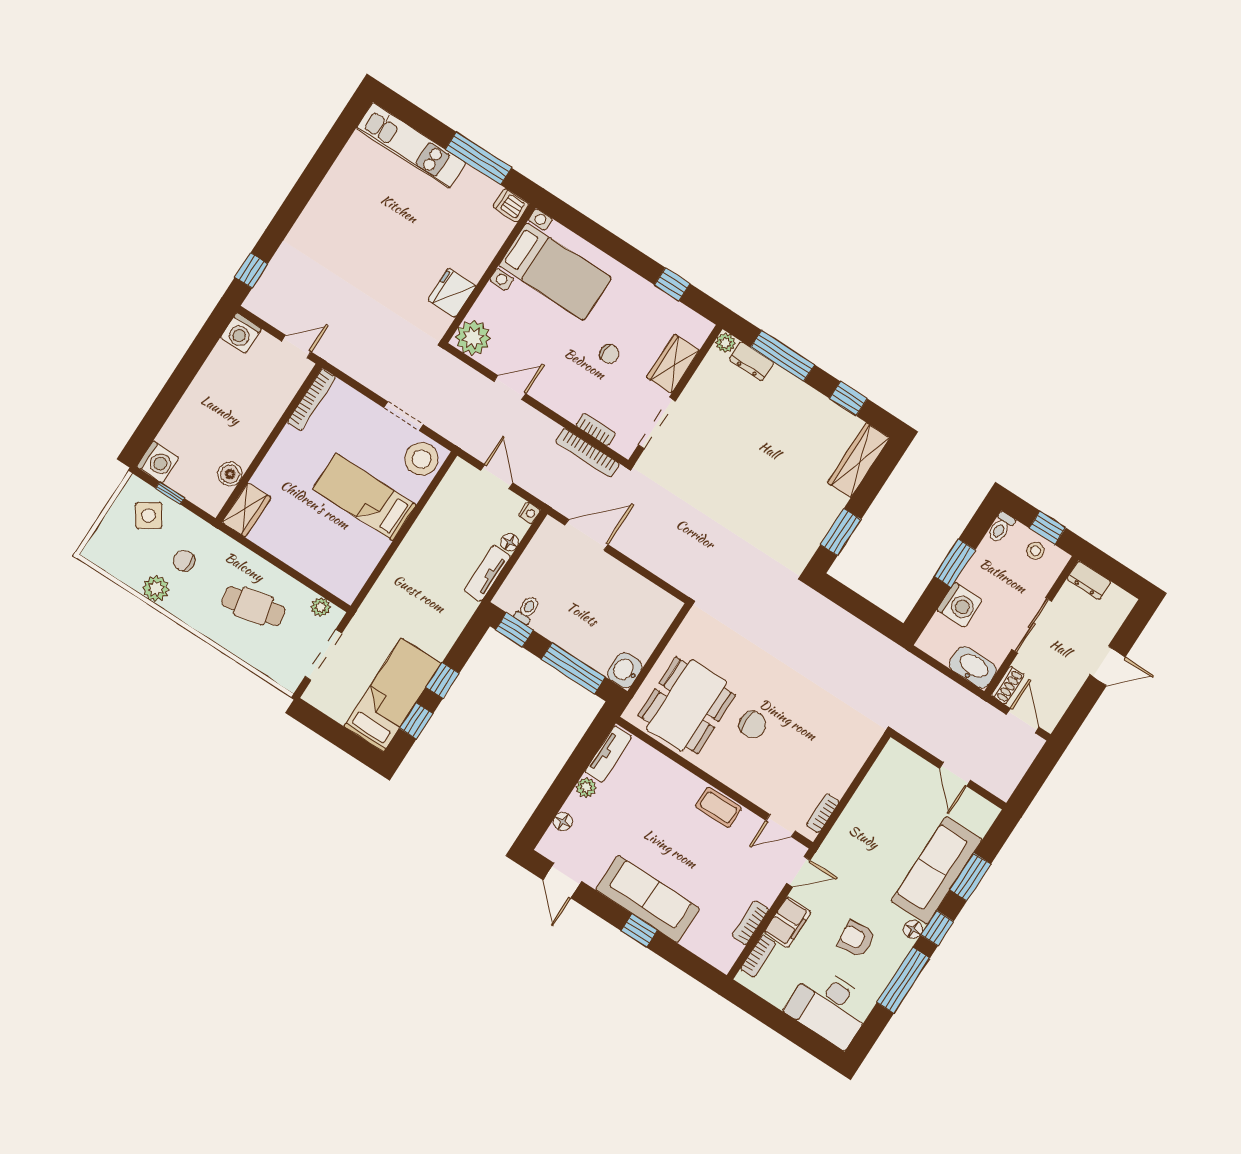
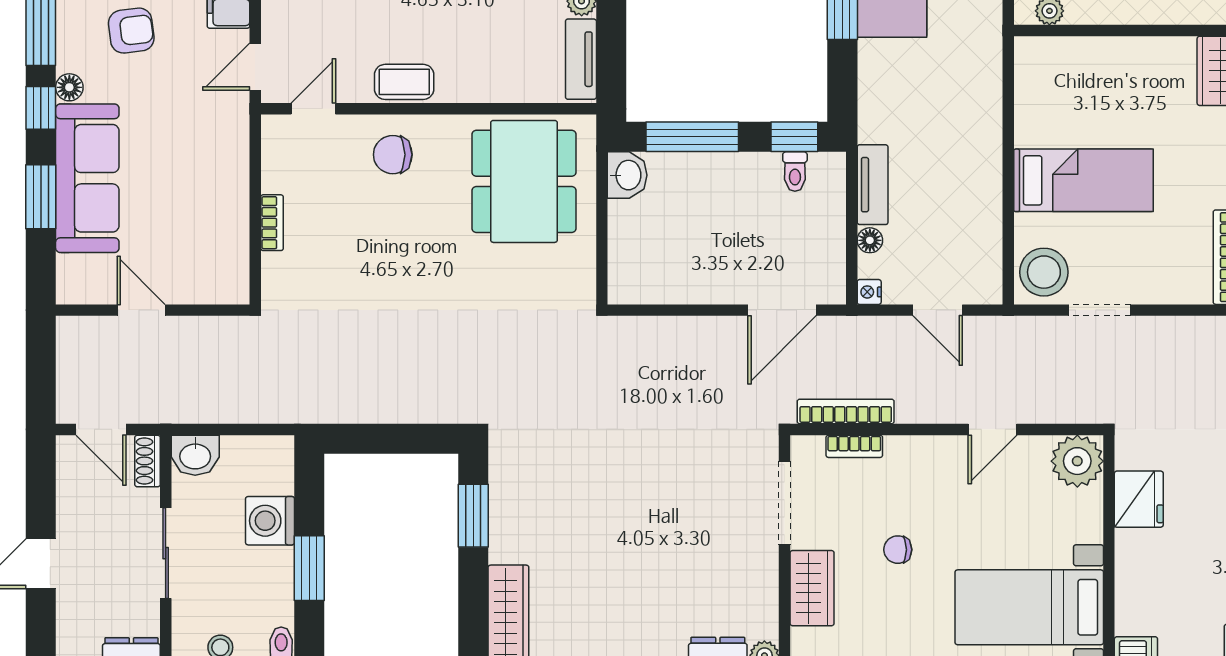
washbasin: (973, 667) -> (195, 455), width x0.72
chair: (753, 725) -> (393, 155), moved
bookcase: (823, 813) -> (272, 223), moved

